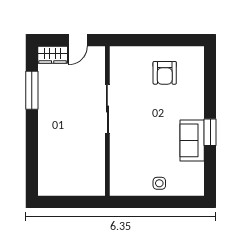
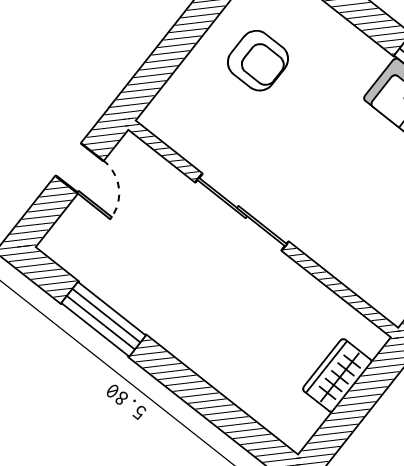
wardrobe: (53, 55) -> (337, 375), moved, turned 180

